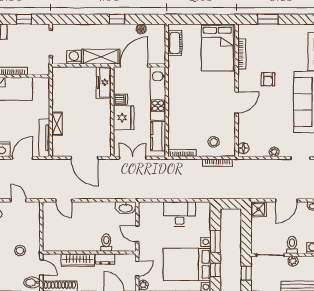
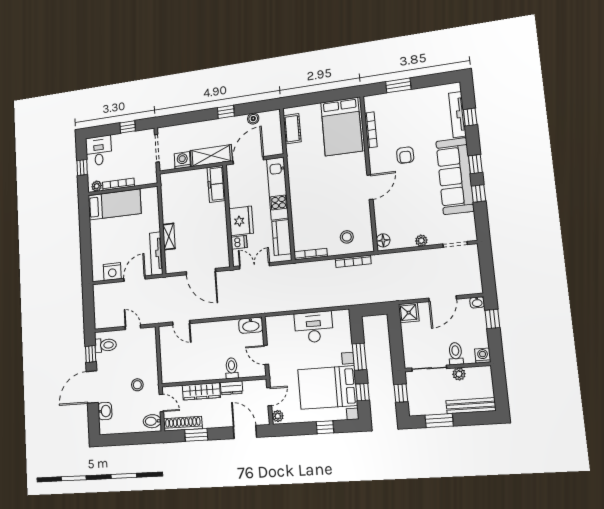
dishwasher: (120, 99) -> (239, 242), moved

